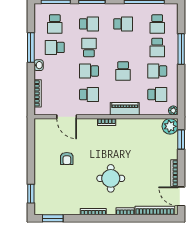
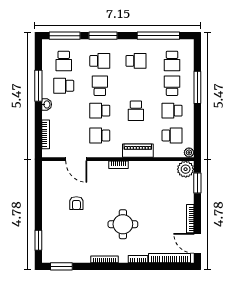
school desk: (157, 47) -> (172, 86), turned 180
school desk: (89, 95) -> (100, 136), turned 180

